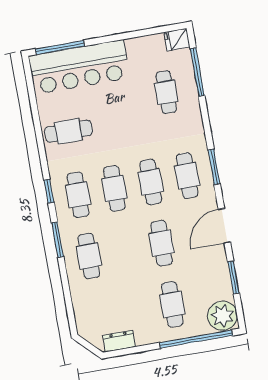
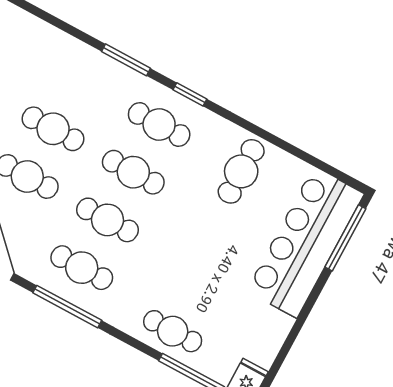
cafe table: (166, 92) -> (173, 331), moved
window: (214, 167) -> (67, 307), width x1.44
cafe table: (89, 256) -> (53, 129), moved

